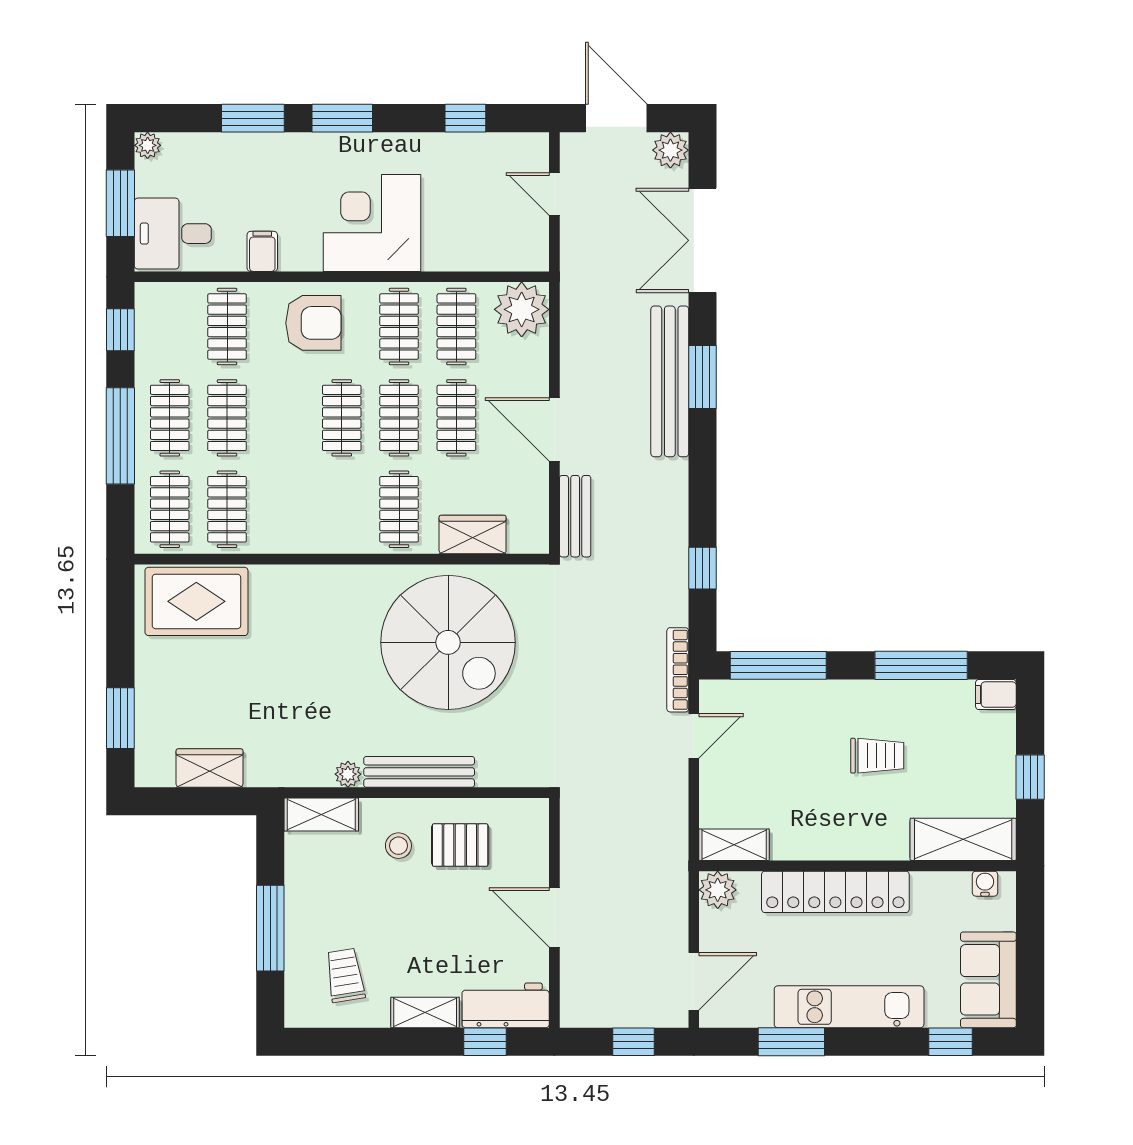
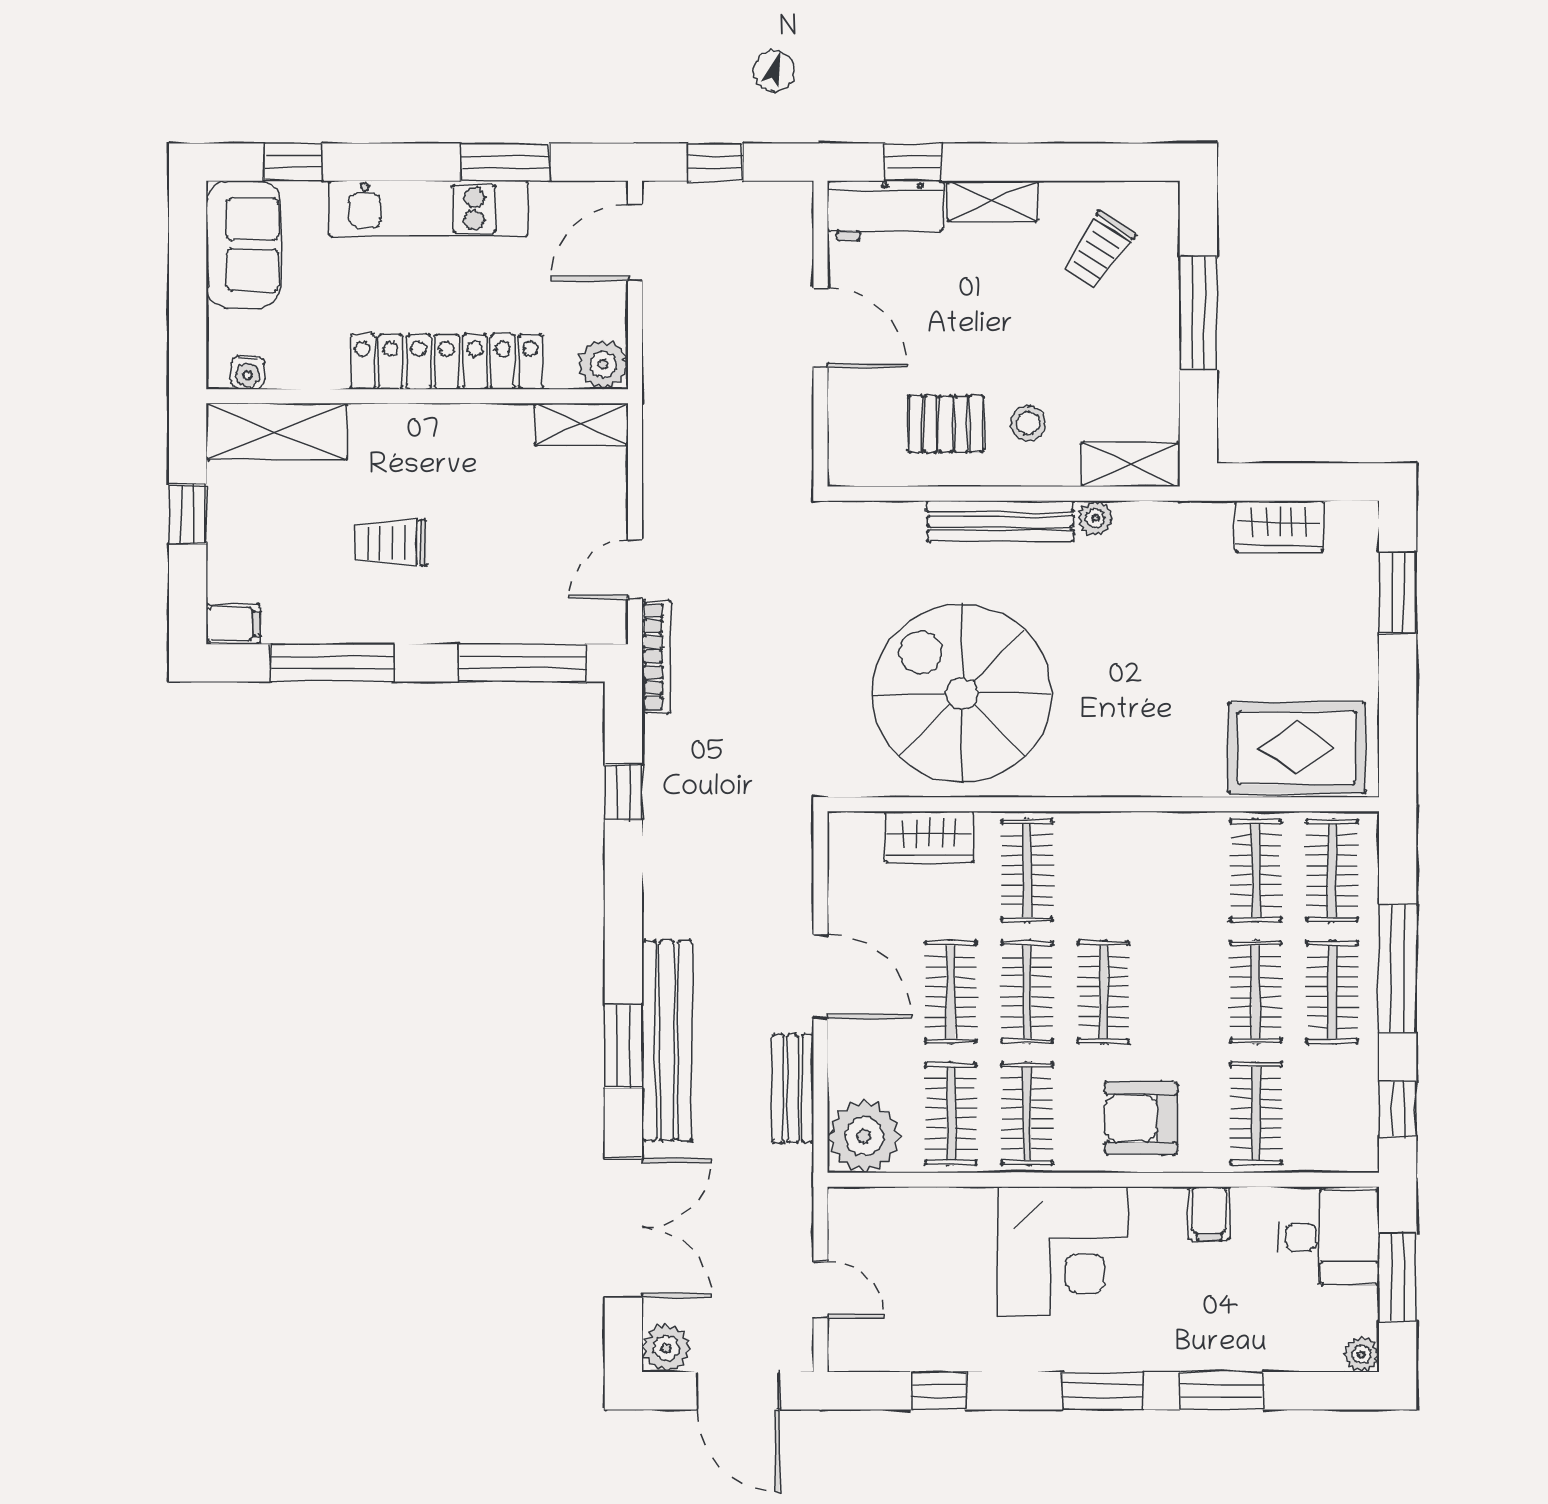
bench: (575, 516) -> (793, 1088), moved
trolley: (345, 975) -> (1099, 250), turned 43

